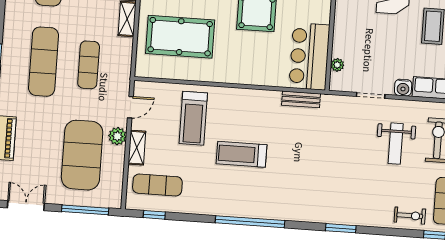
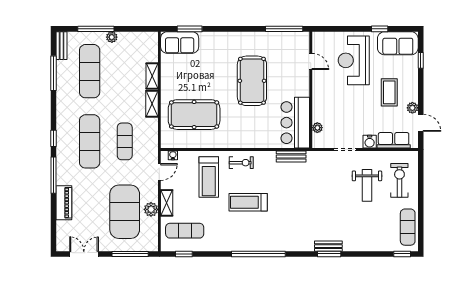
water cooler: (149, 87) -> (173, 155), added
plant: (117, 136) -> (151, 209), moved
exercise bike: (410, 216) -> (241, 163), moved
bench: (341, 218) -> (328, 246), added

